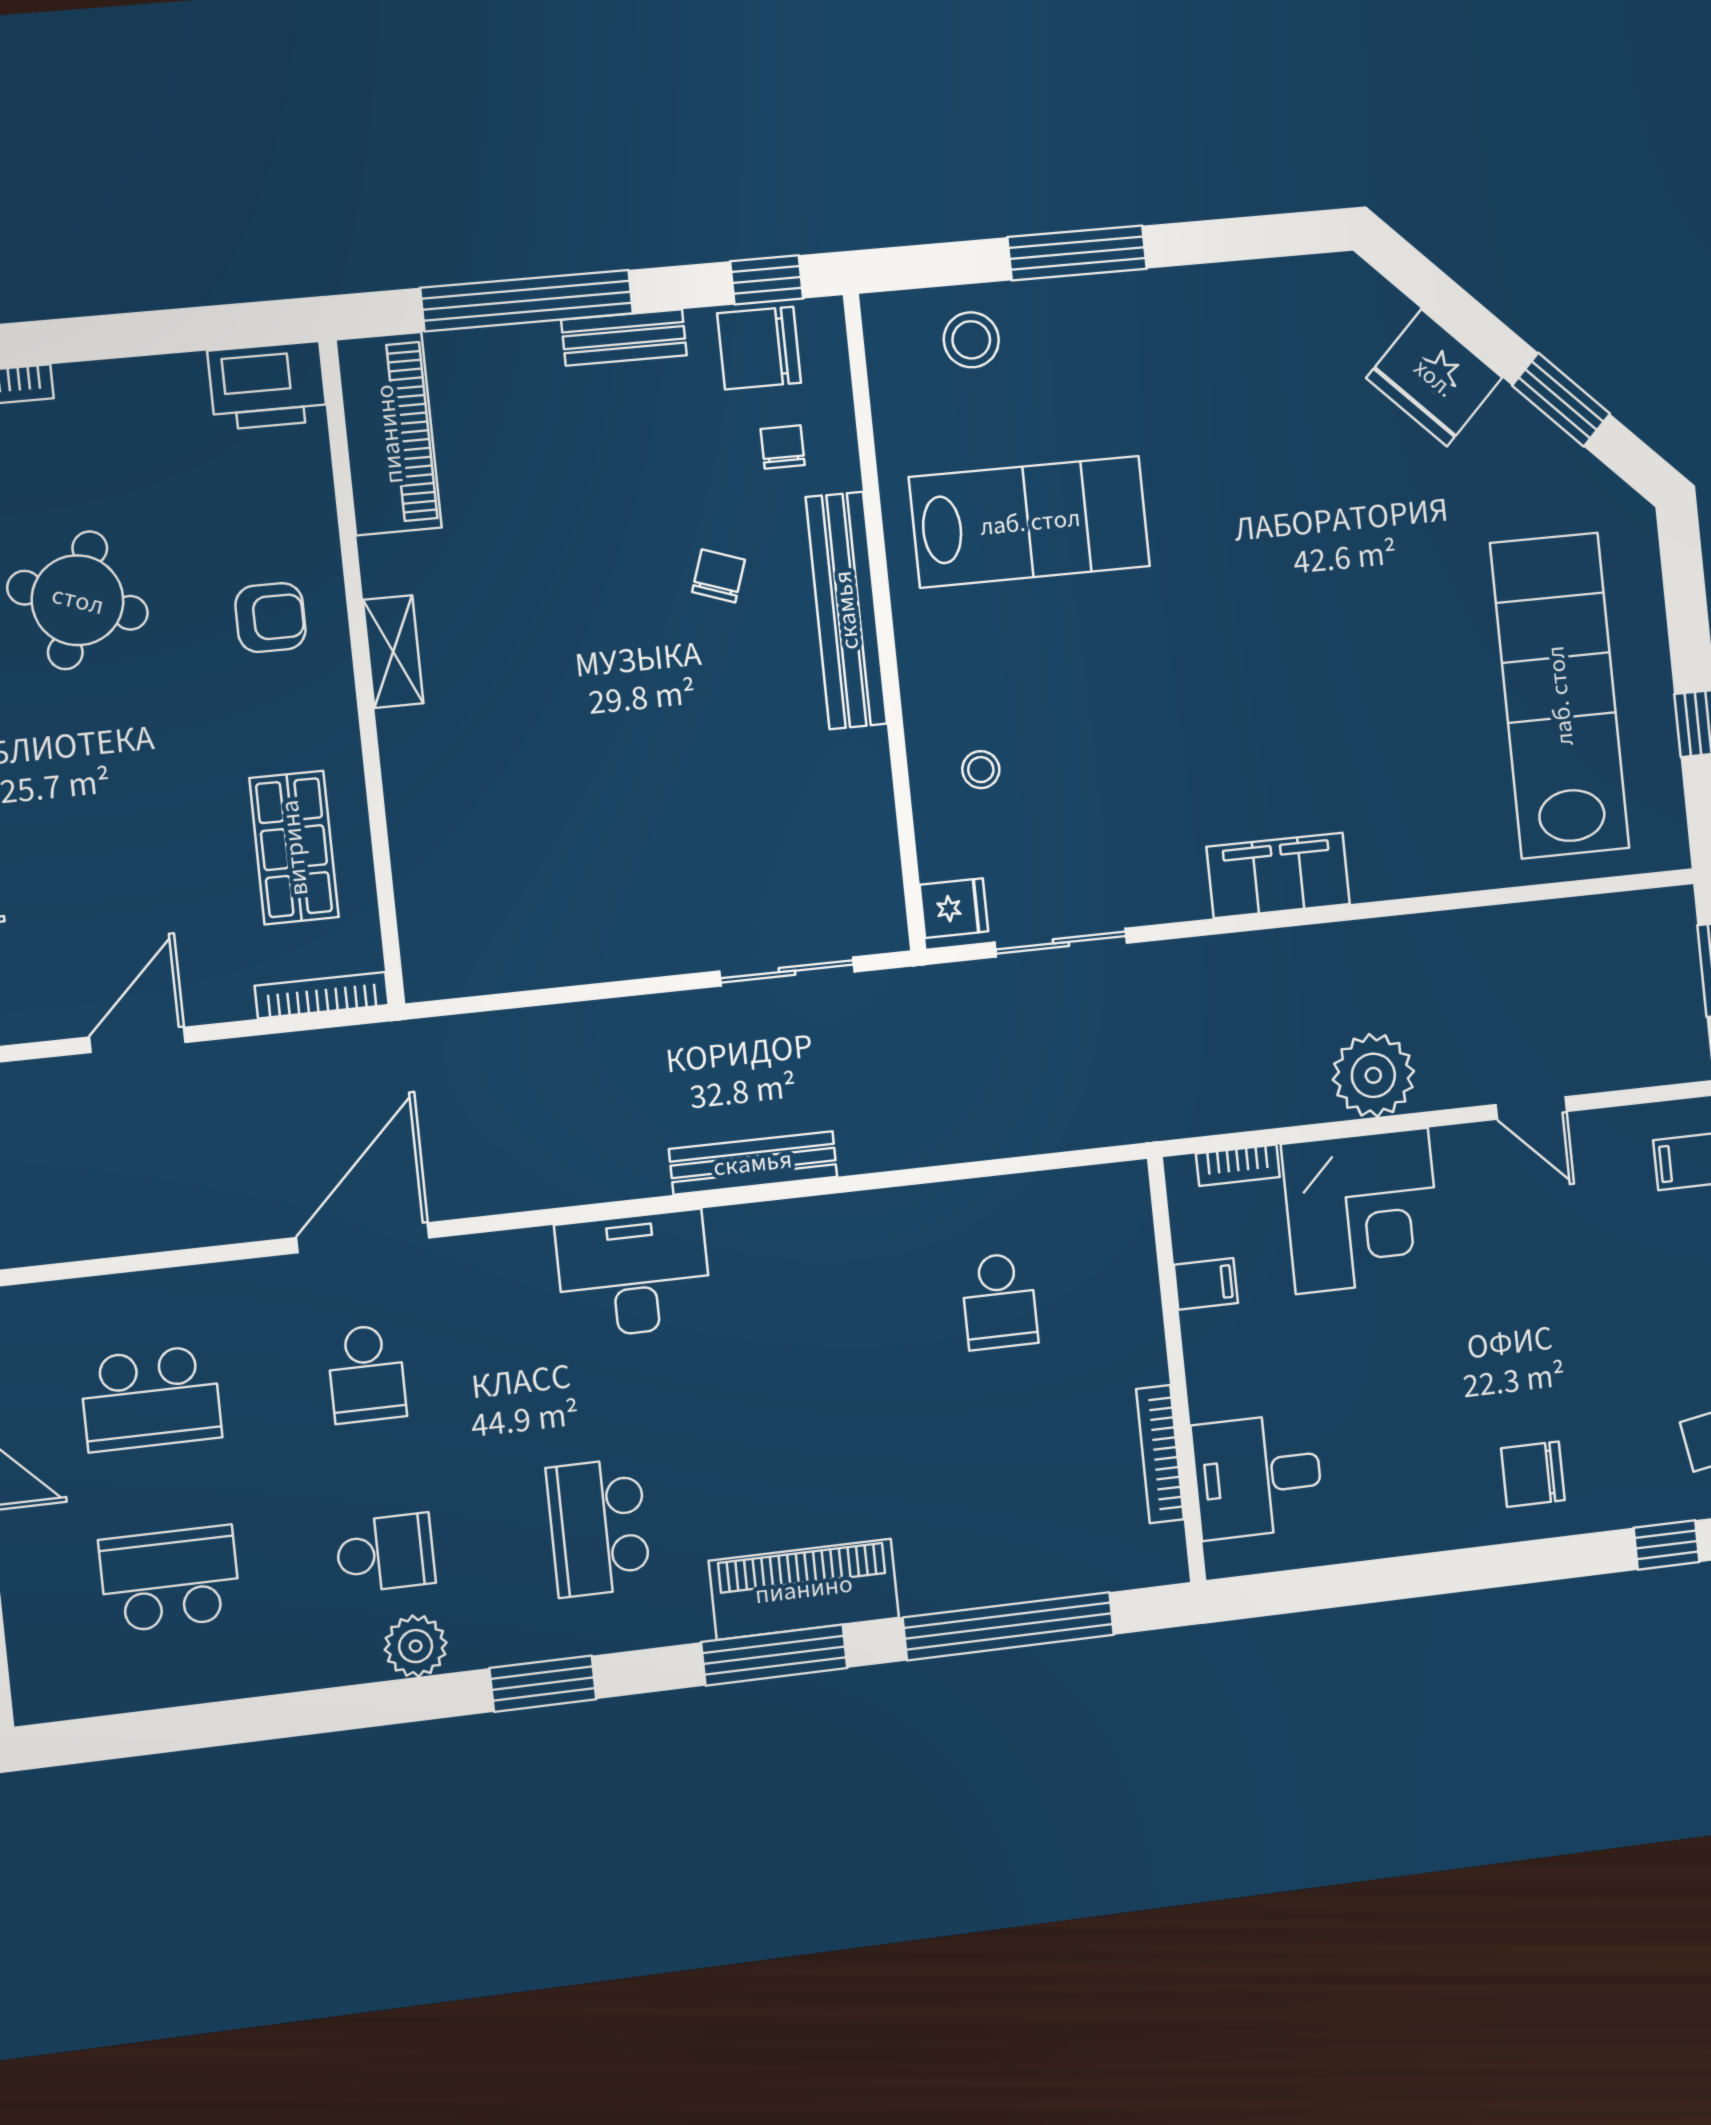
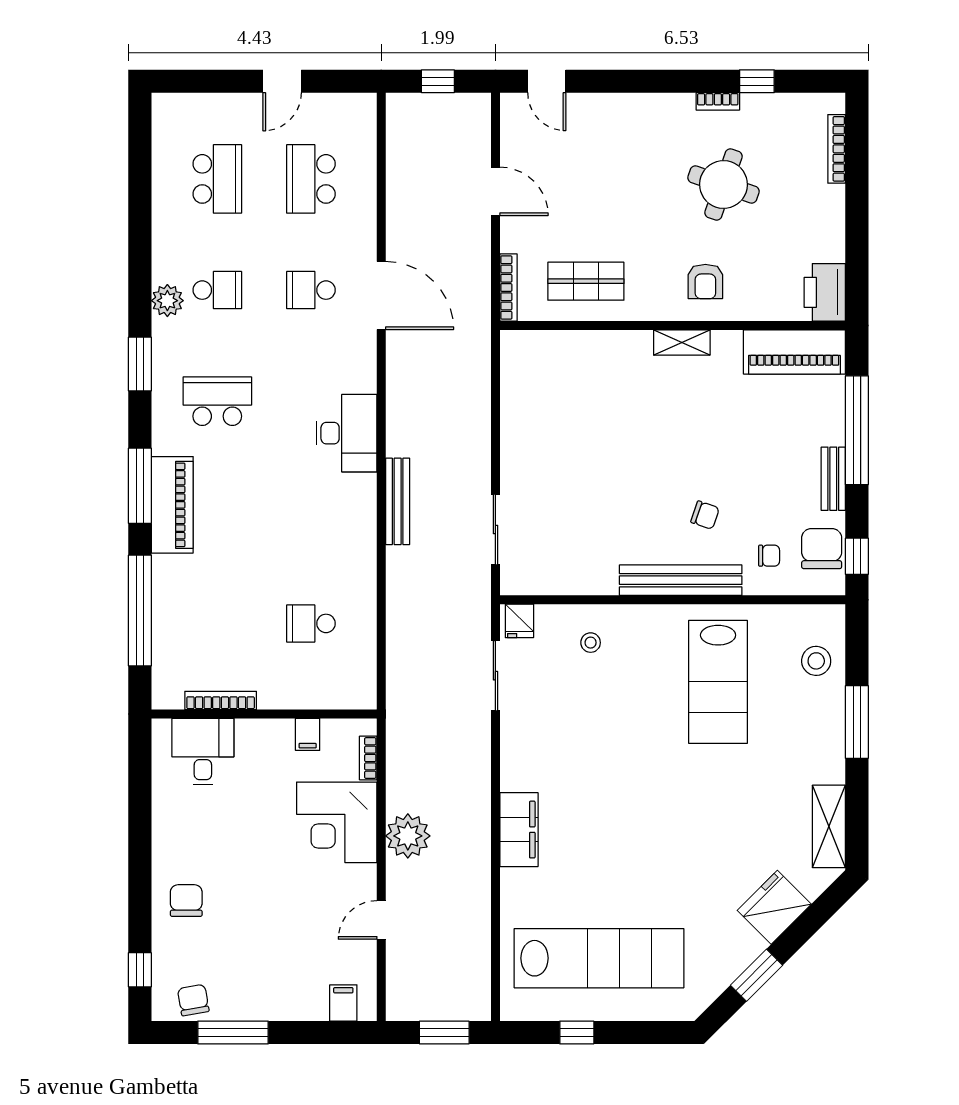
shelving: (1276, 289) -> (829, 826), added
filing cabinet: (1278, 875) -> (519, 830), moved
school desk: (385, 1553) -> (217, 290), turned -90

